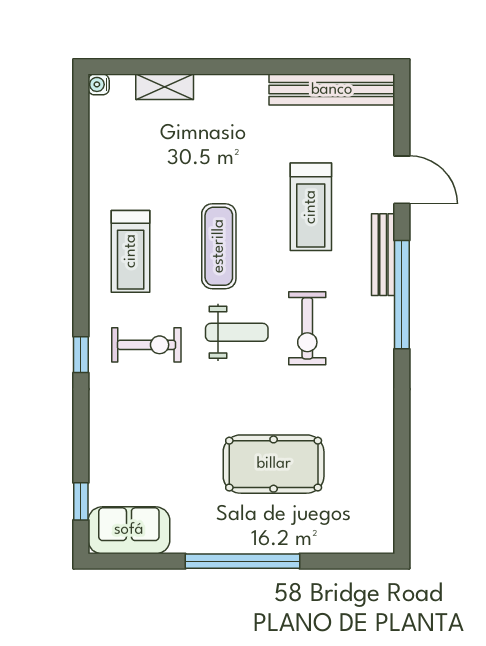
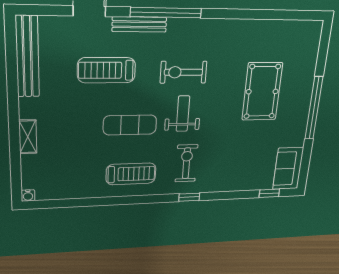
shelving: (165, 87) -> (28, 137), moved
treadmill: (311, 207) -> (106, 70), turned 180
exercise bike: (307, 328) -> (183, 72), turned 180

